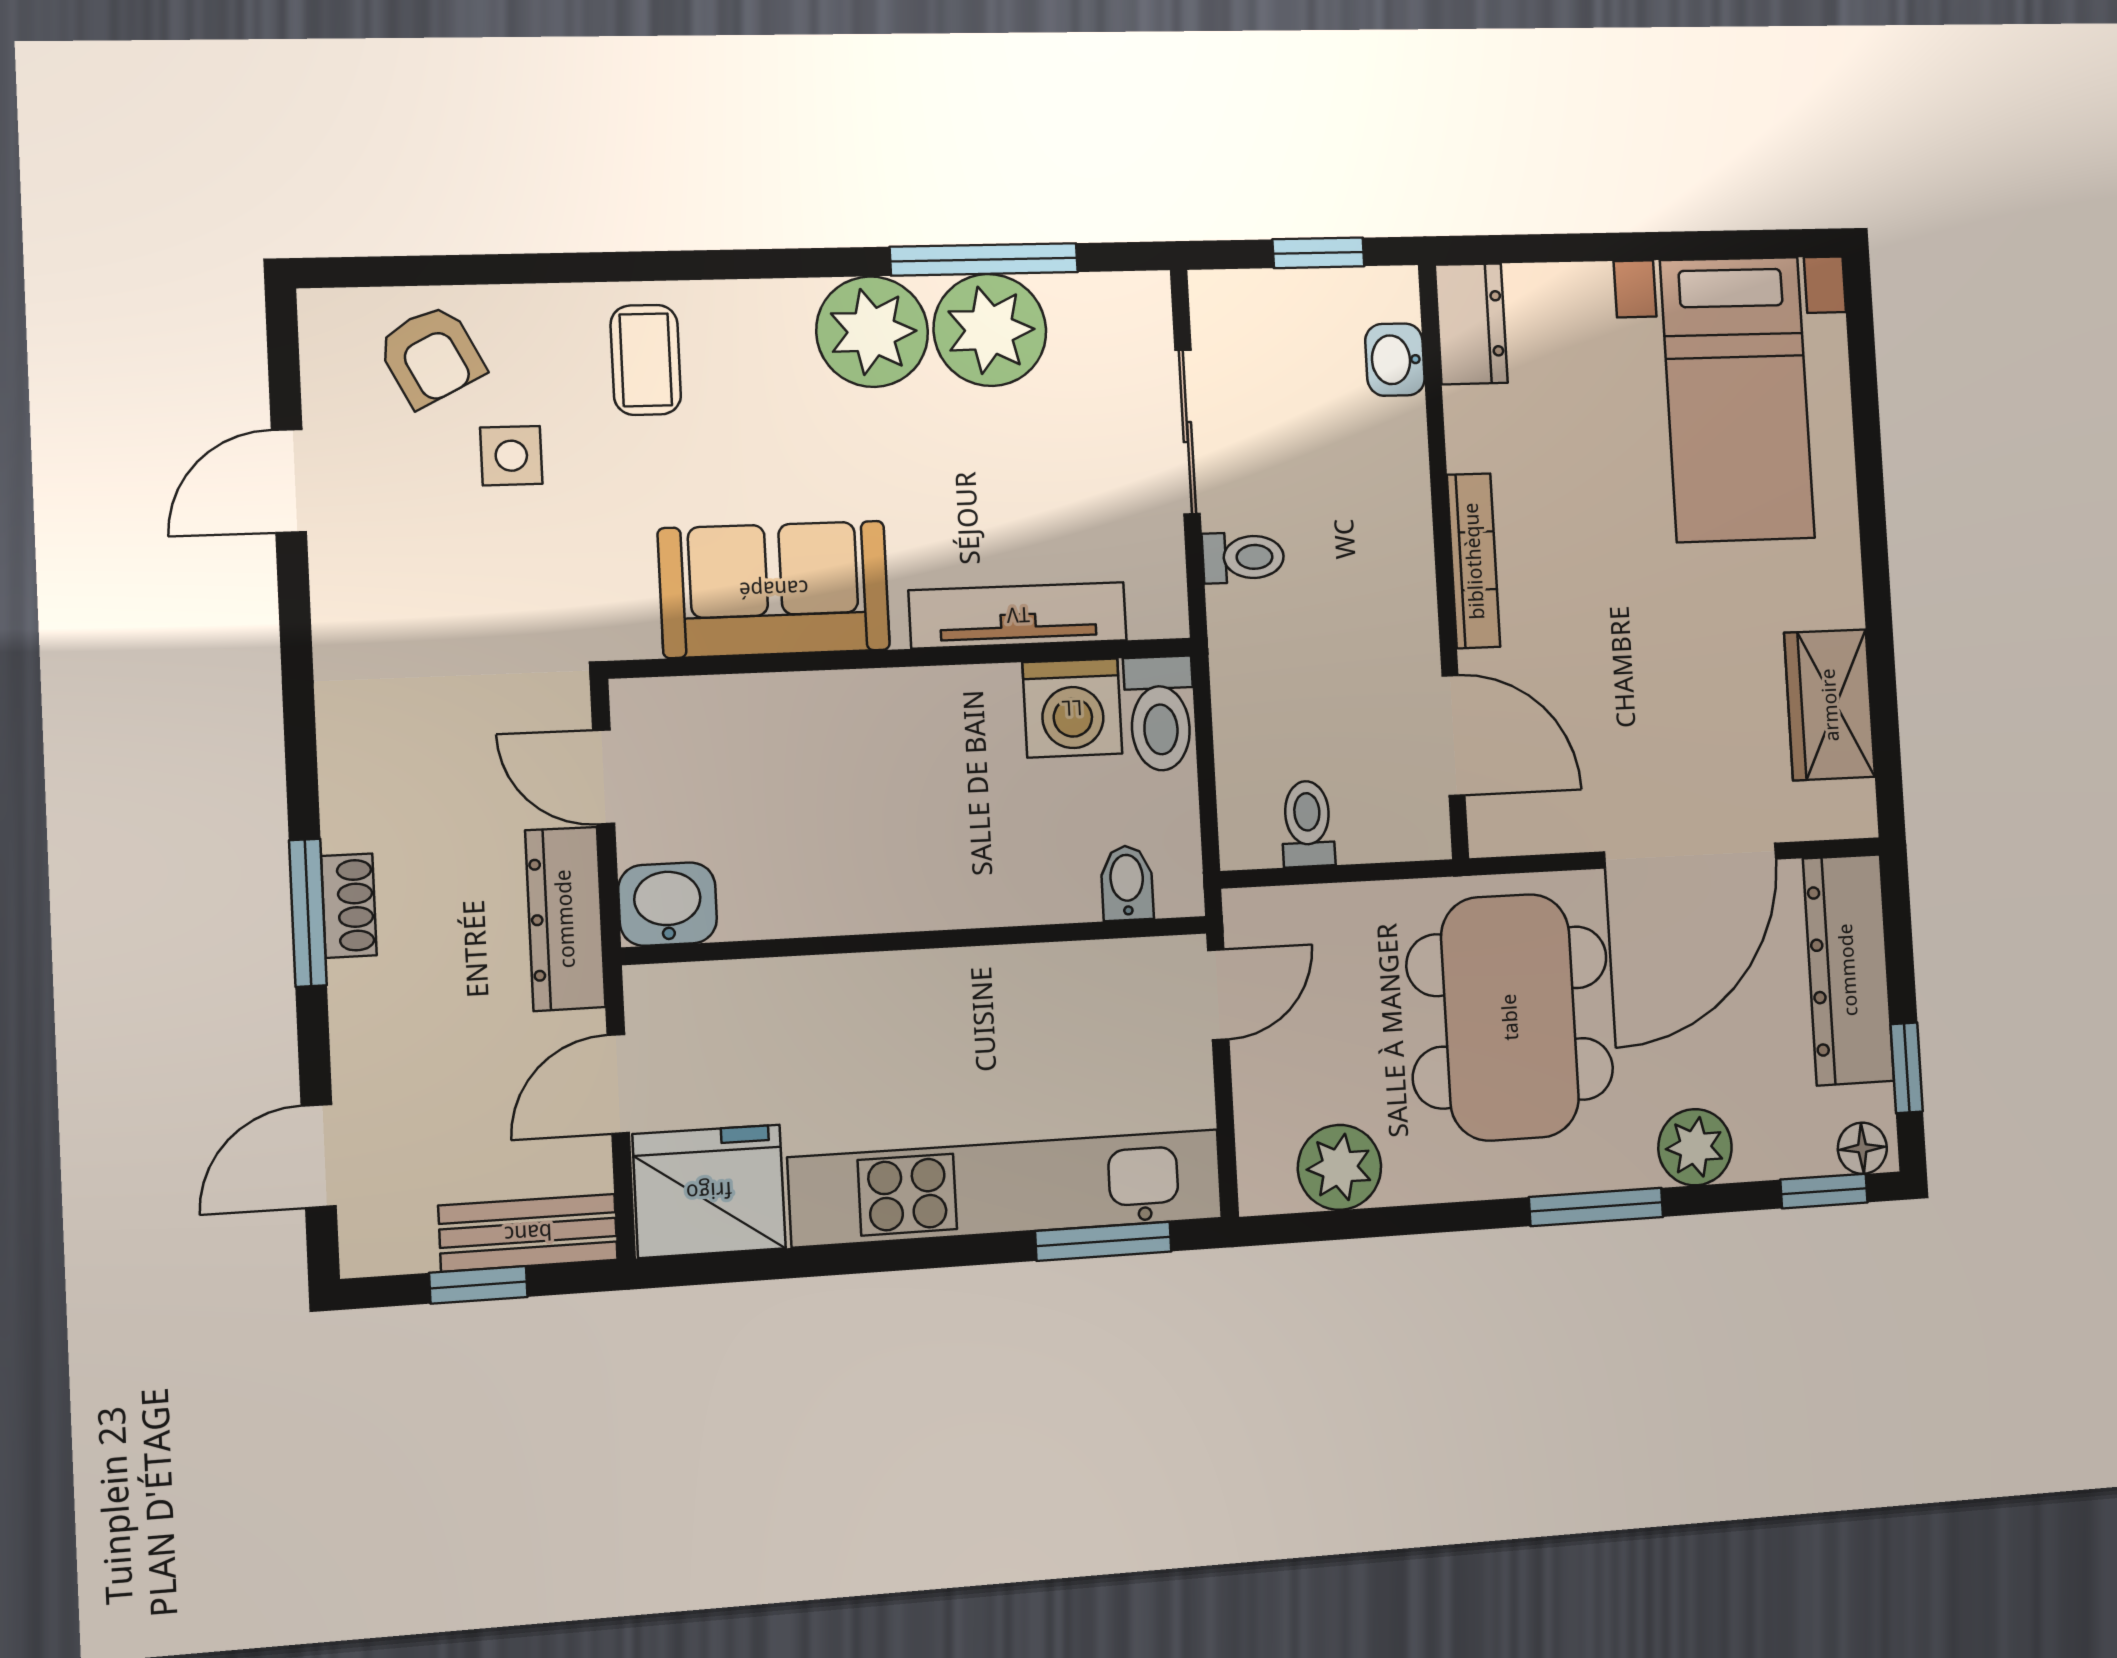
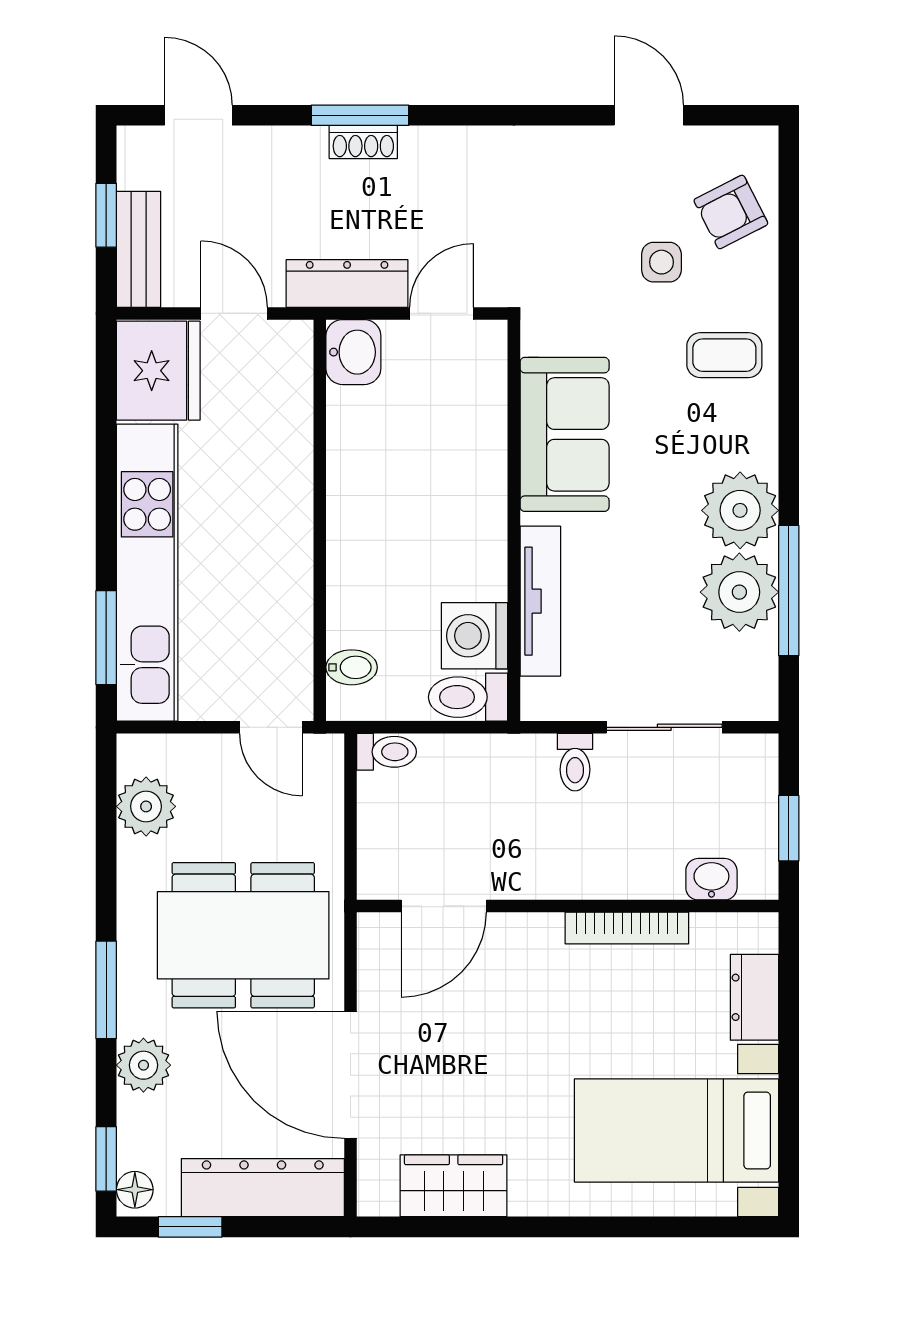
dresser: (1471, 324) -> (754, 997), moved, turned 90
bookcase: (1474, 561) -> (627, 928), moved
toilet: (1307, 824) -> (386, 752), moved

